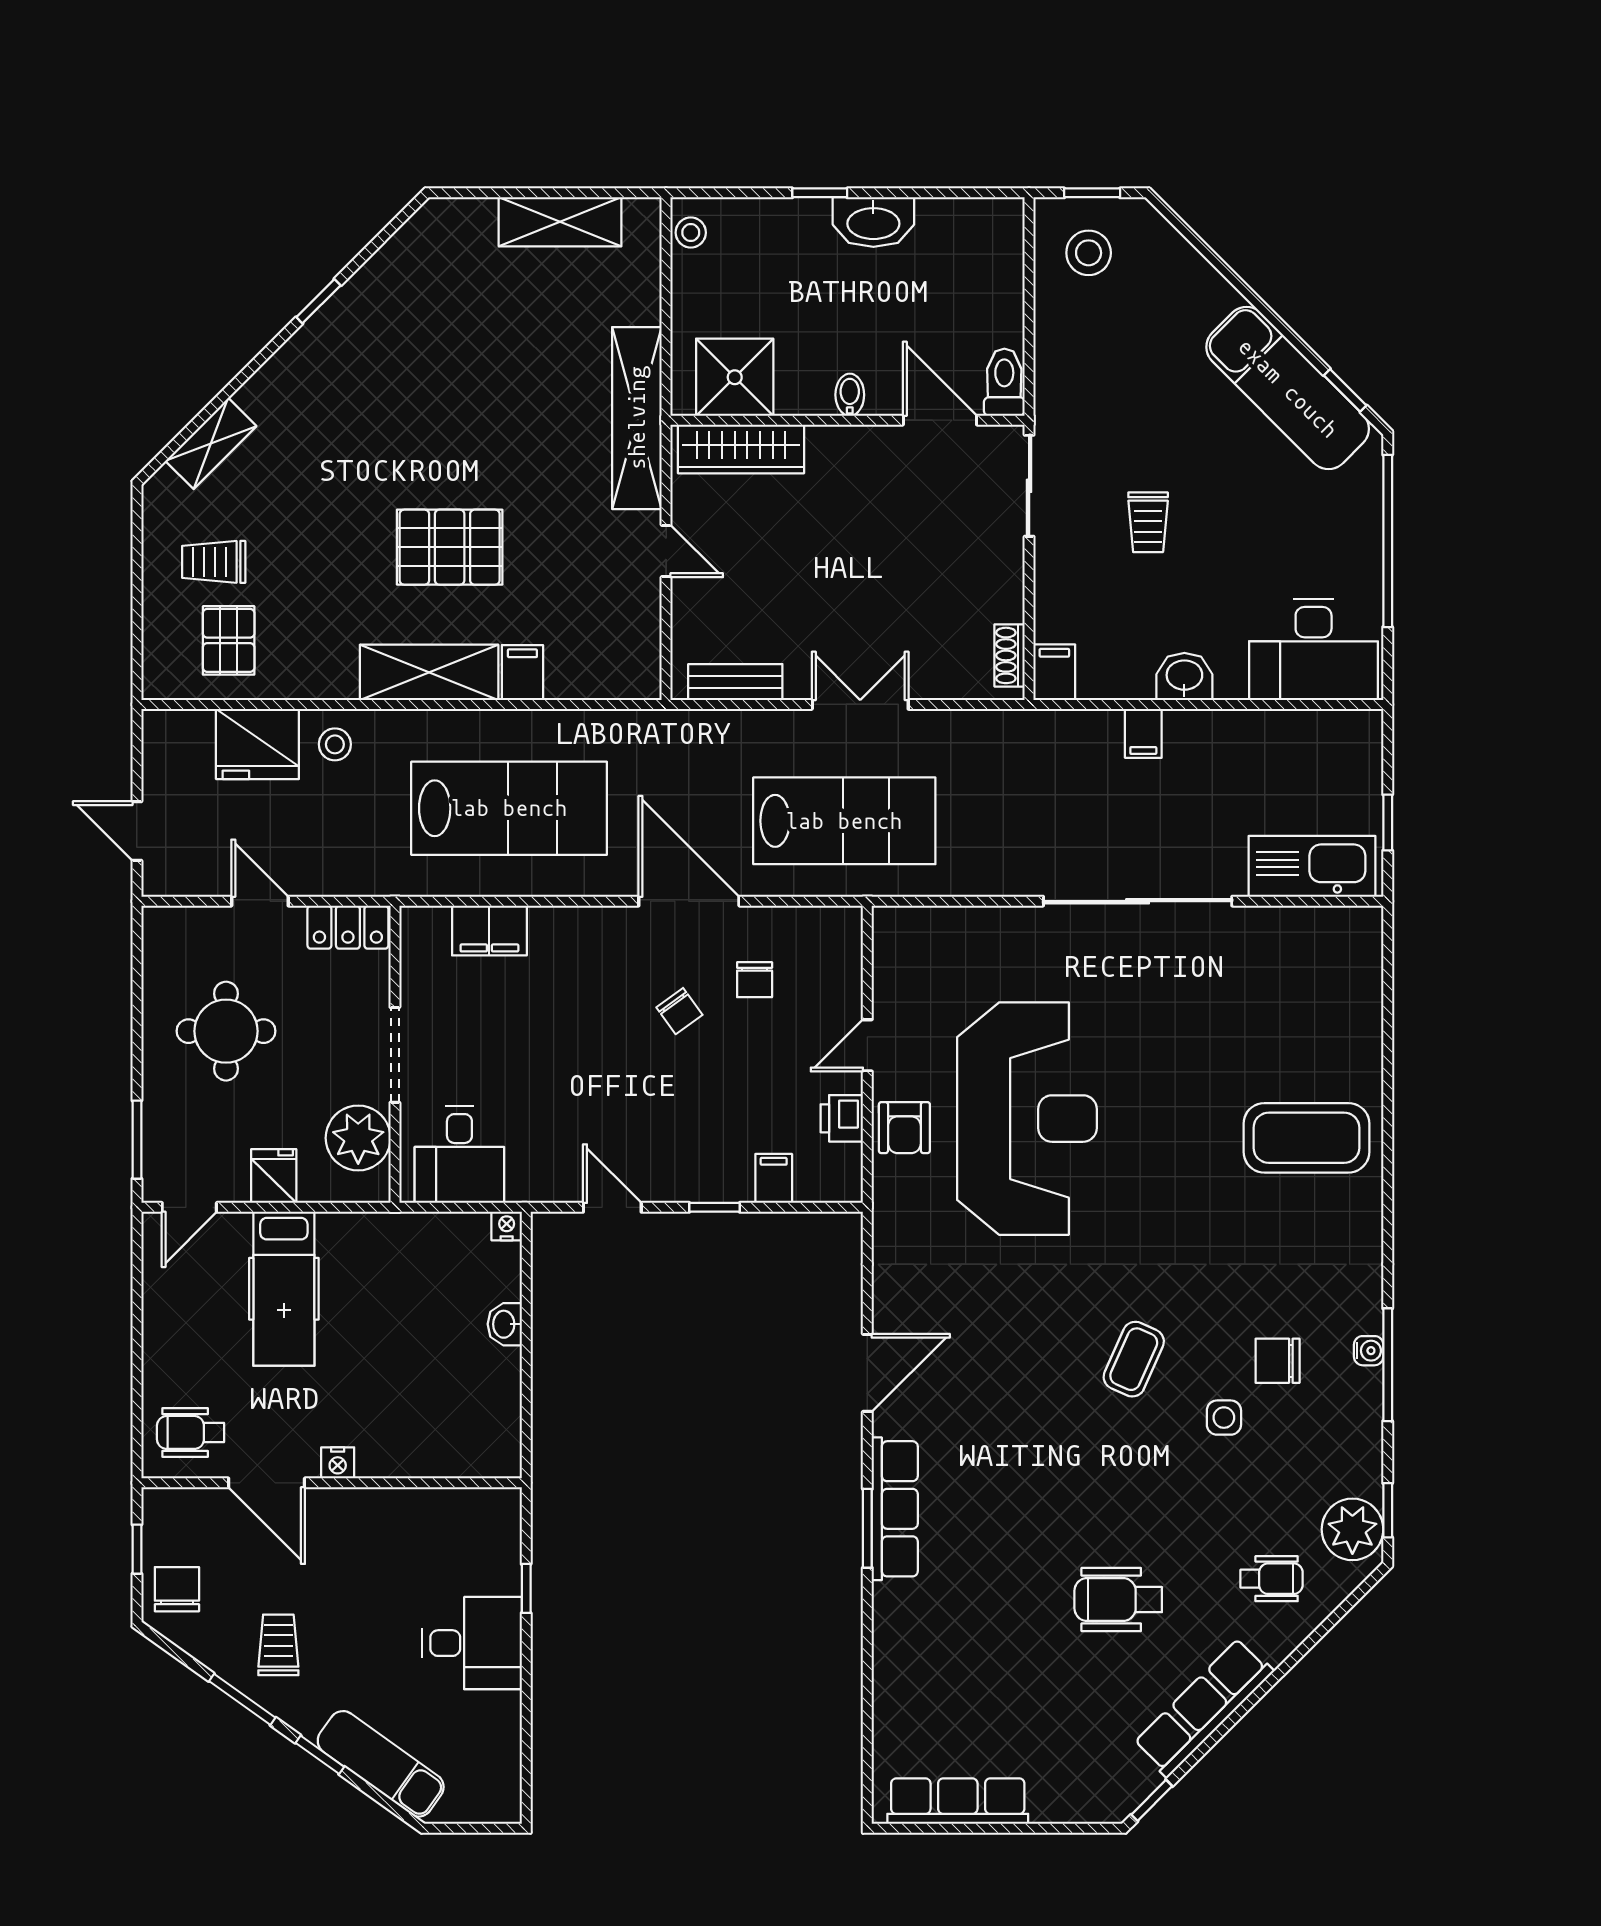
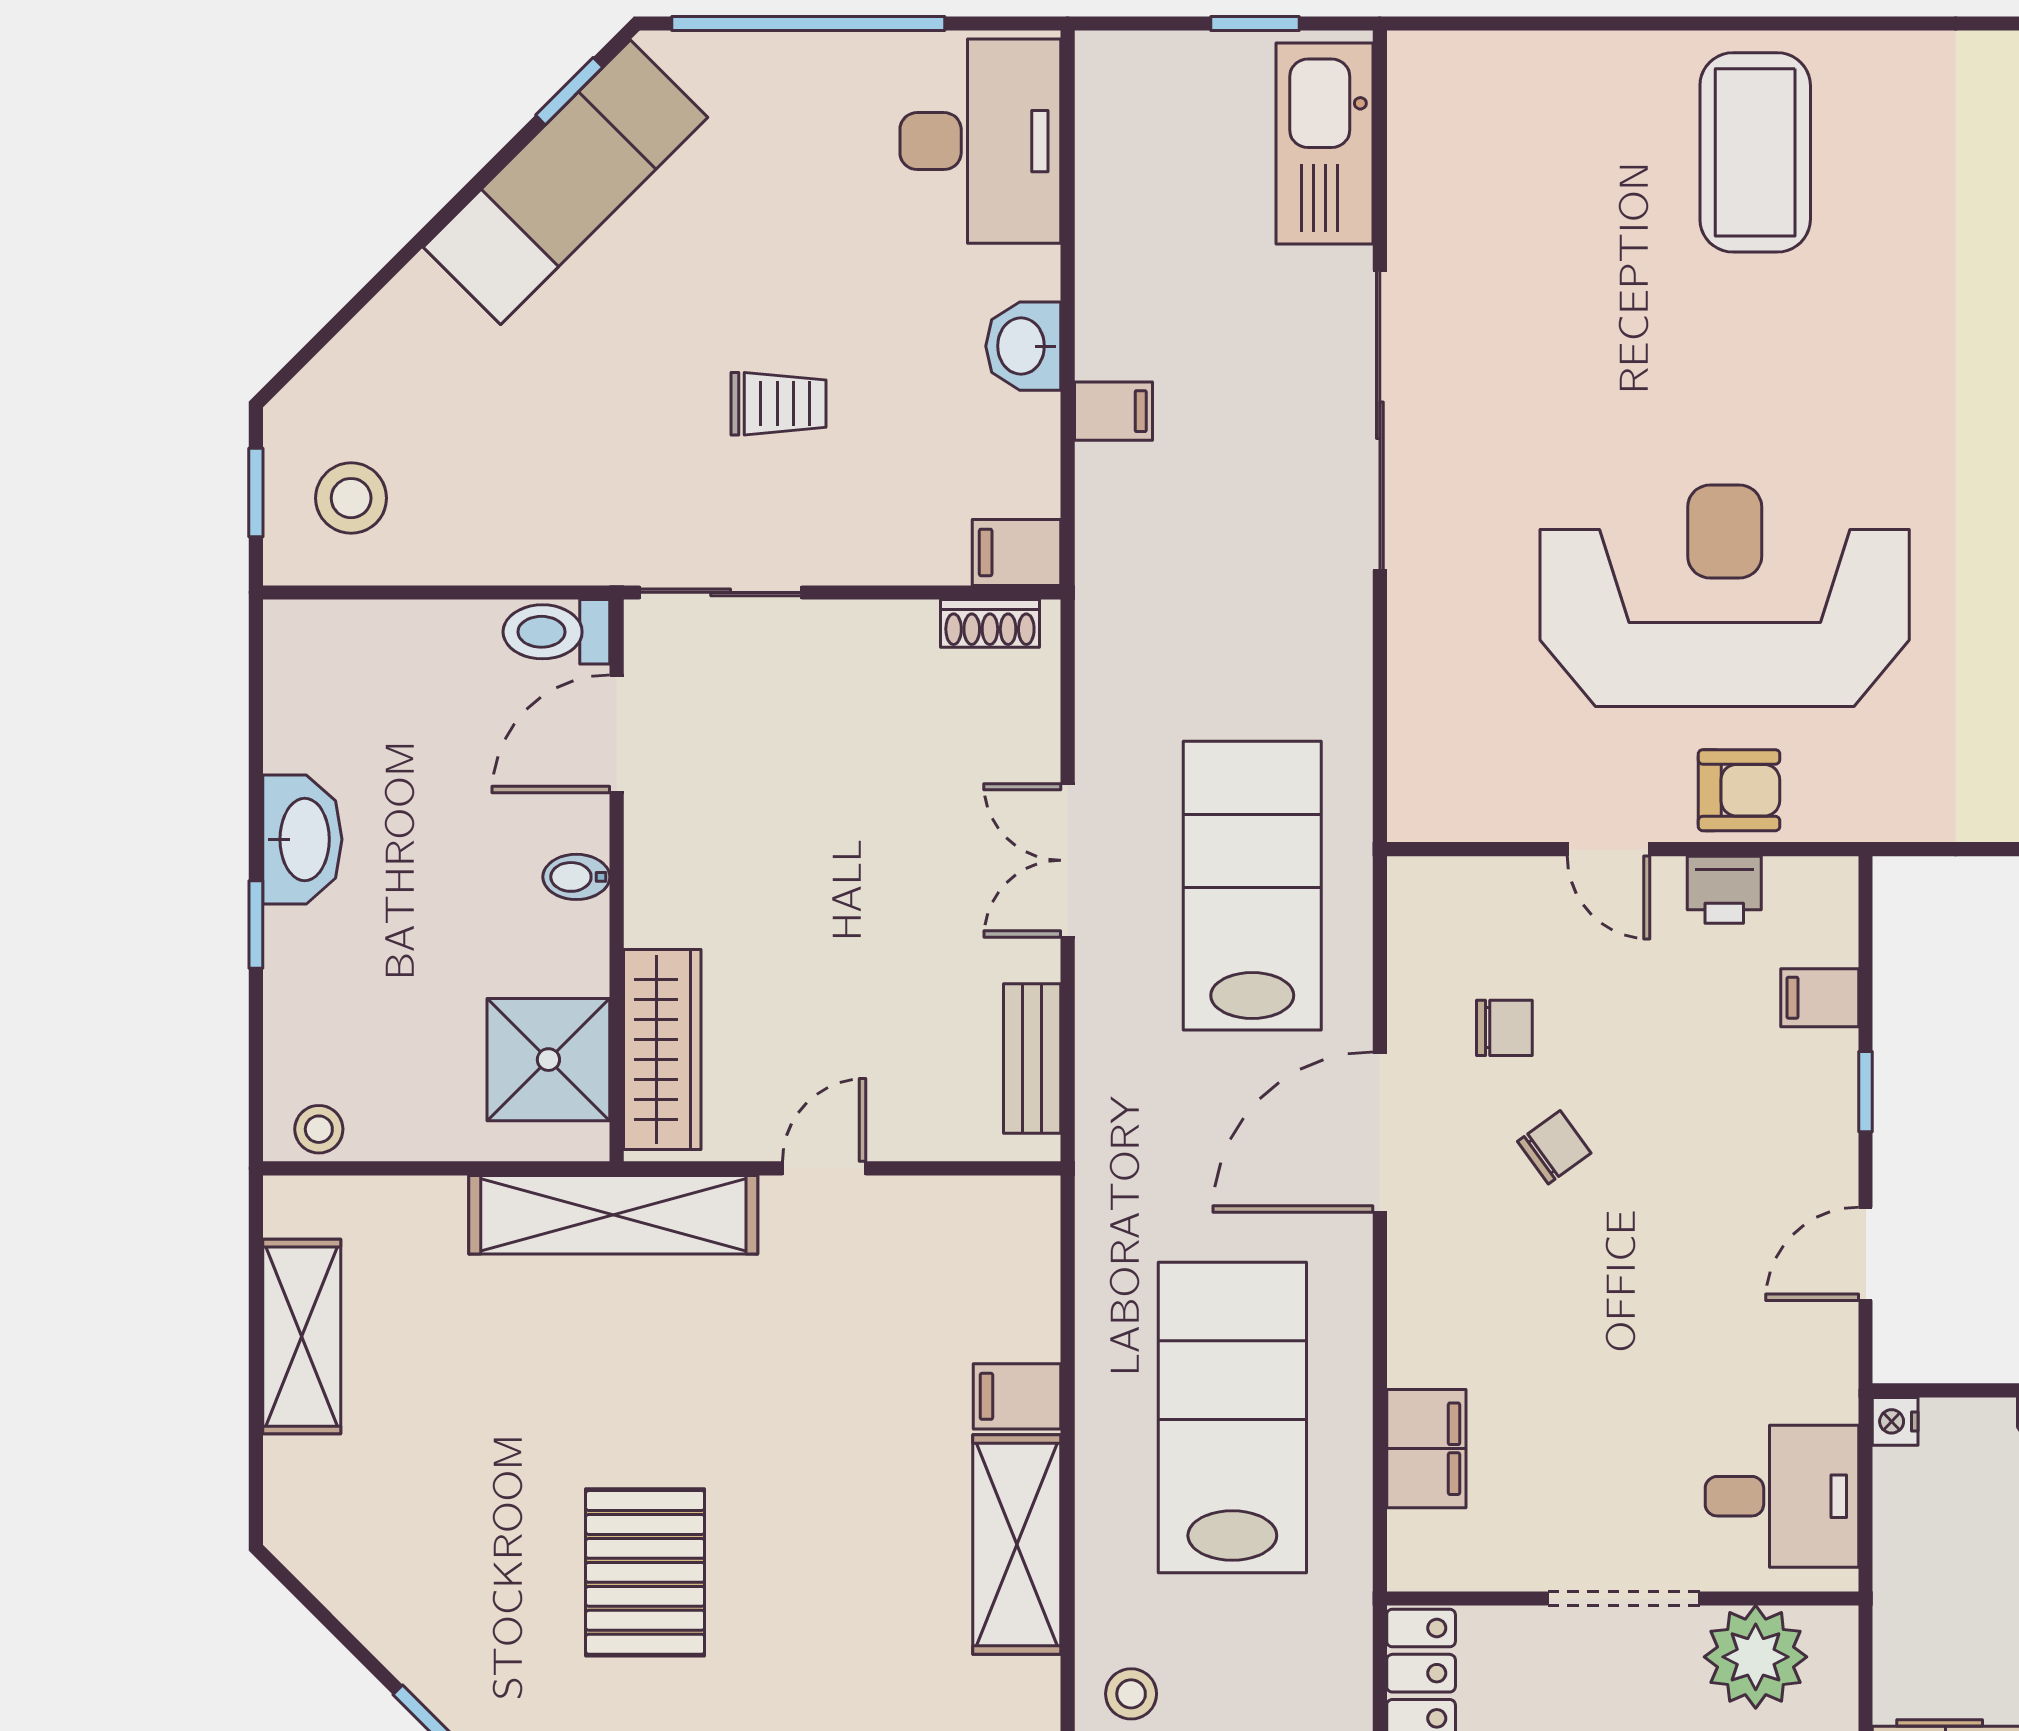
pallet: (450, 547) -> (645, 1572), moved

